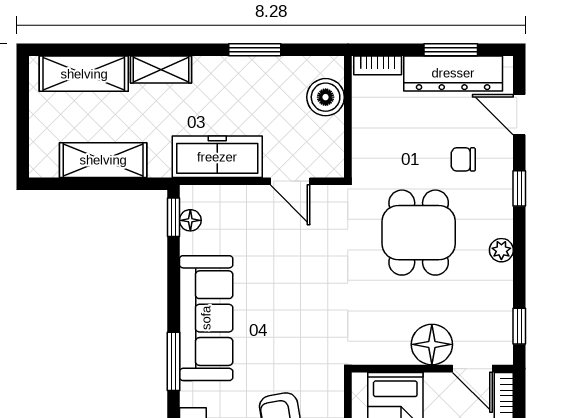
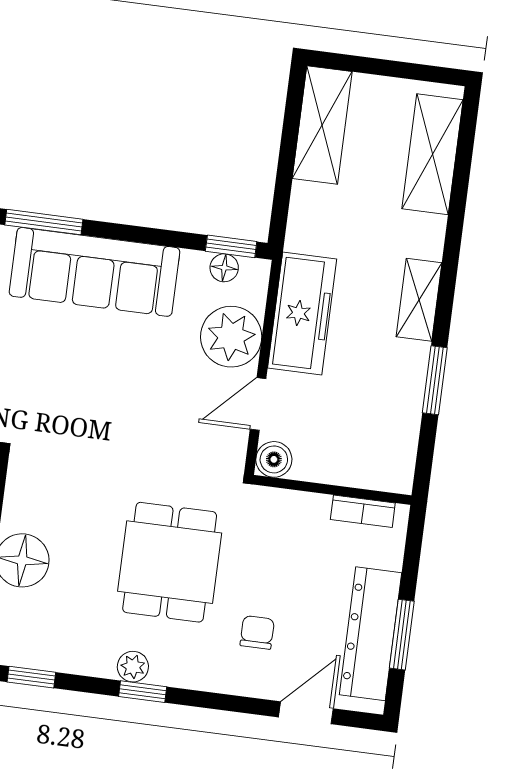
bookcase: (378, 65) -> (363, 511), moved, turned -90
shelving: (161, 69) -> (419, 300), moved
boiler: (326, 97) -> (274, 459), moved, width x0.73, depth x0.73
shelving: (103, 160) -> (322, 125), moved
window: (519, 188) -> (143, 692), moved
plant: (242, 208) -> (231, 337), added
dining table: (419, 233) -> (170, 562), turned 90

